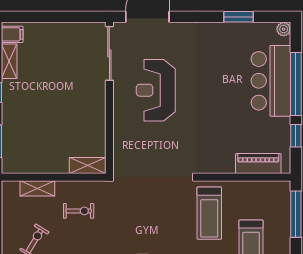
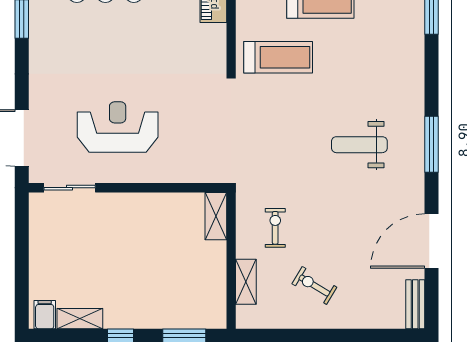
sliding door: (109, 53) -> (70, 188), width x0.73
reception desk: (156, 90) -> (118, 127), turned 180

